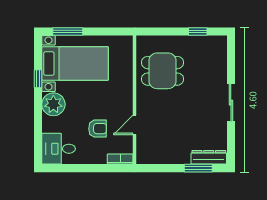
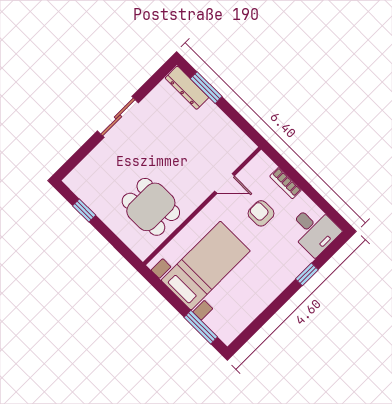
bed with nightstands: (75, 63) -> (206, 266), moved, turned 90
window: (38, 79) -> (307, 274), moved
plant: (53, 104) -> (279, 275), removed
bookcase: (120, 159) -> (285, 183), moved

